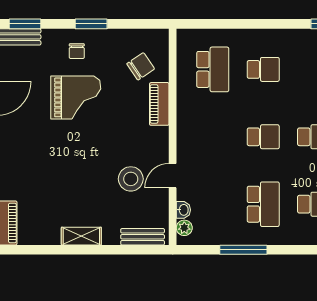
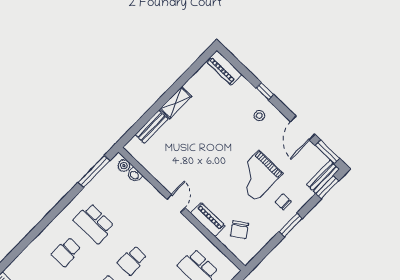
door: (173, 176) -> (176, 203), moved
stool: (131, 179) -> (259, 116), moved, width x0.53, depth x0.53
bench: (143, 237) -> (152, 127), moved
window: (243, 250) -> (94, 171), moved

